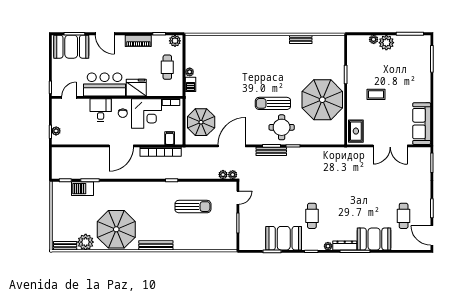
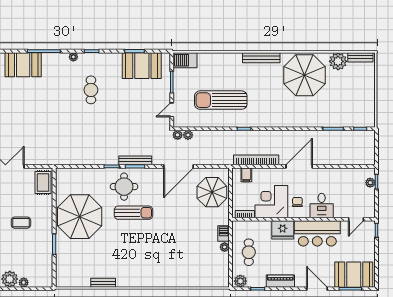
barbecue: (82, 189) -> (185, 60), moved, turned 180
sun lounger: (193, 207) -> (221, 100), width x1.36, depth x1.34
booth: (284, 238) -> (142, 66), moved
dresser: (345, 245) -> (55, 58), removed

